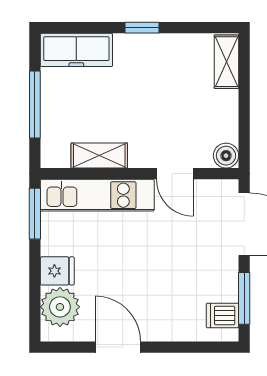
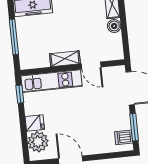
shelving: (99, 156) -> (65, 59), moved
boiler: (226, 156) -> (114, 26), moved
window: (35, 214) -> (20, 94), width x0.67

